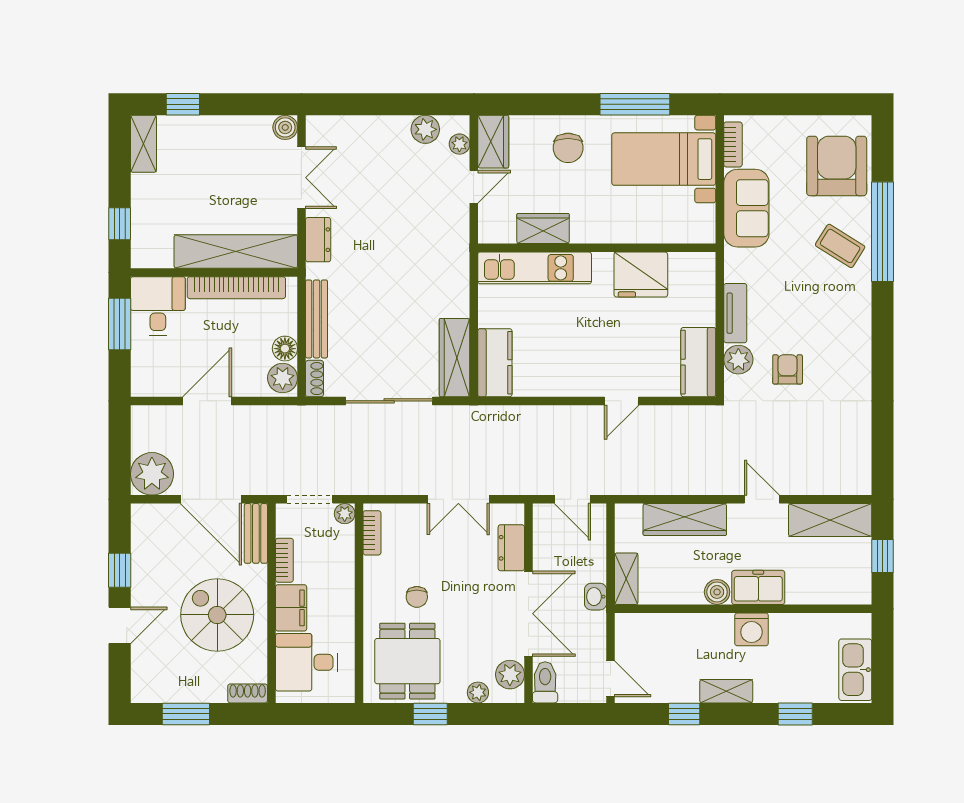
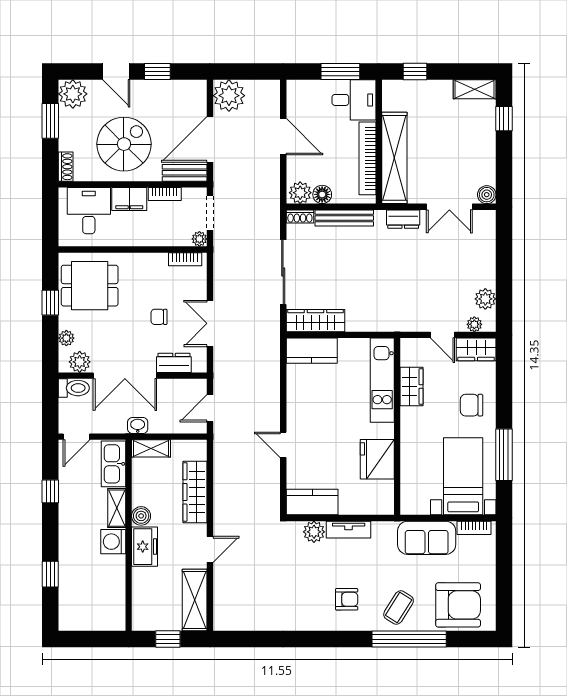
armchair: (788, 369) -> (347, 599), moved
chair: (417, 597) -> (159, 317), moved
kitchen sink: (855, 670) -> (113, 464), moved, turned -90
plant: (150, 684) -> (73, 94), added
shelving: (726, 691) -> (117, 508), moved

